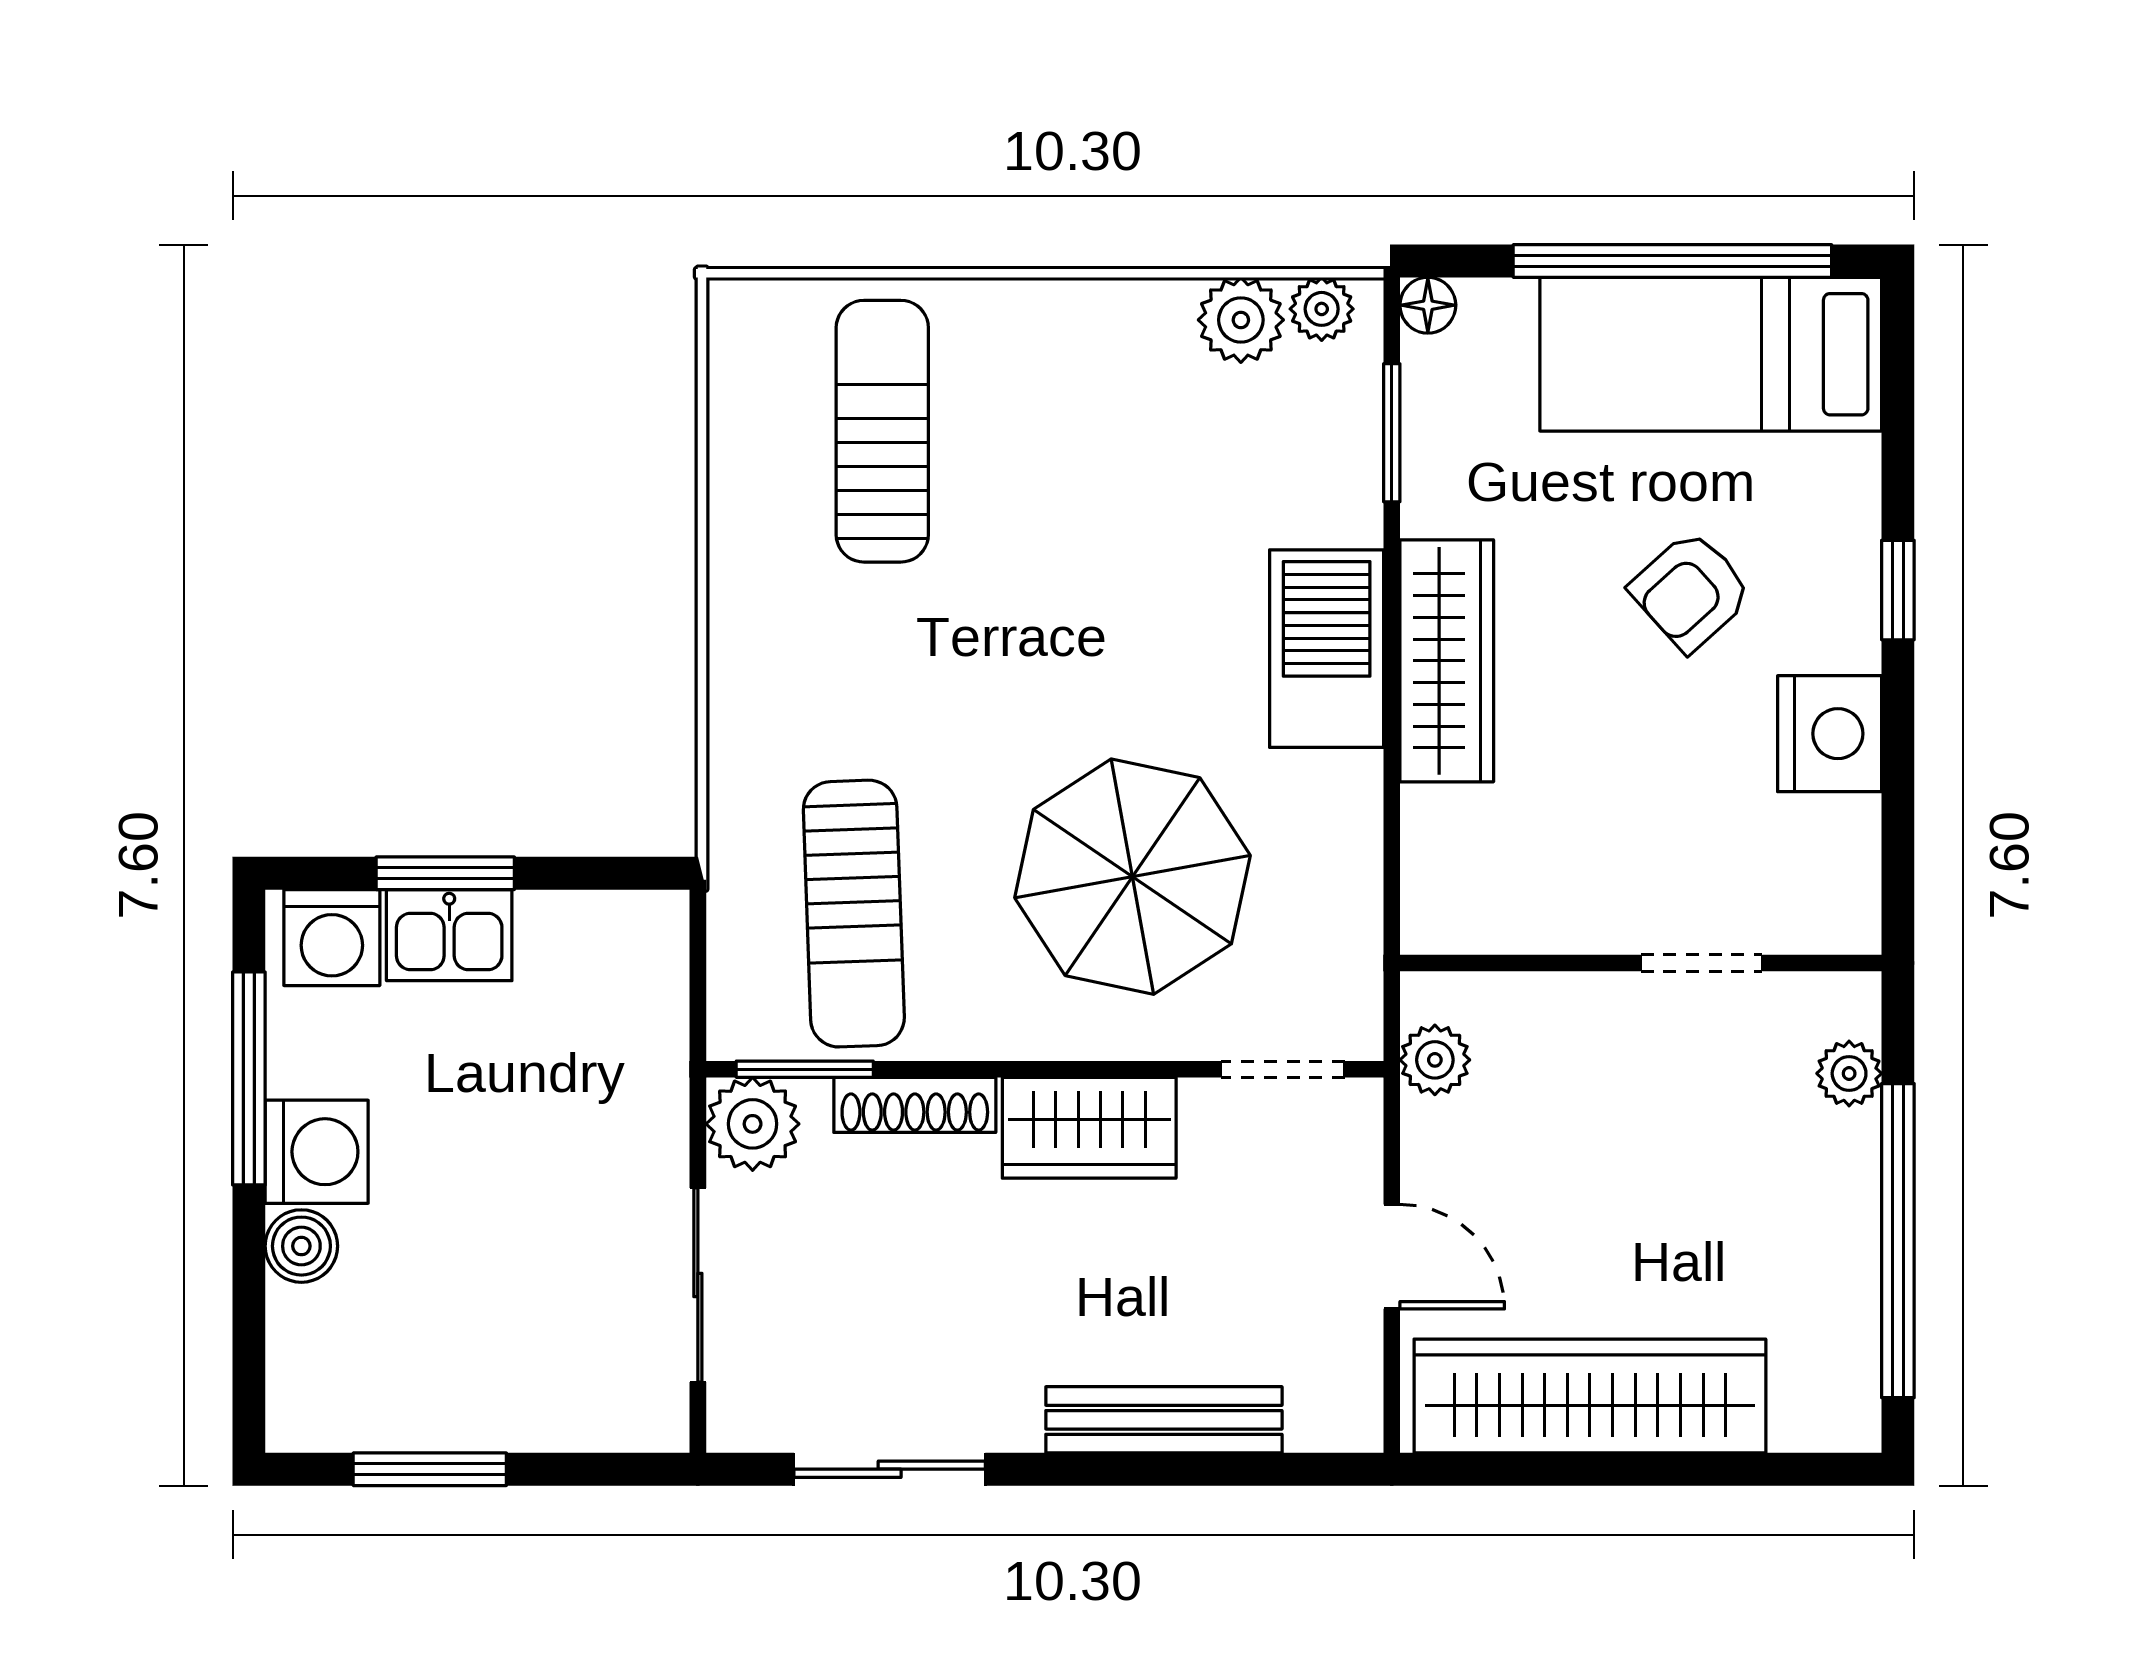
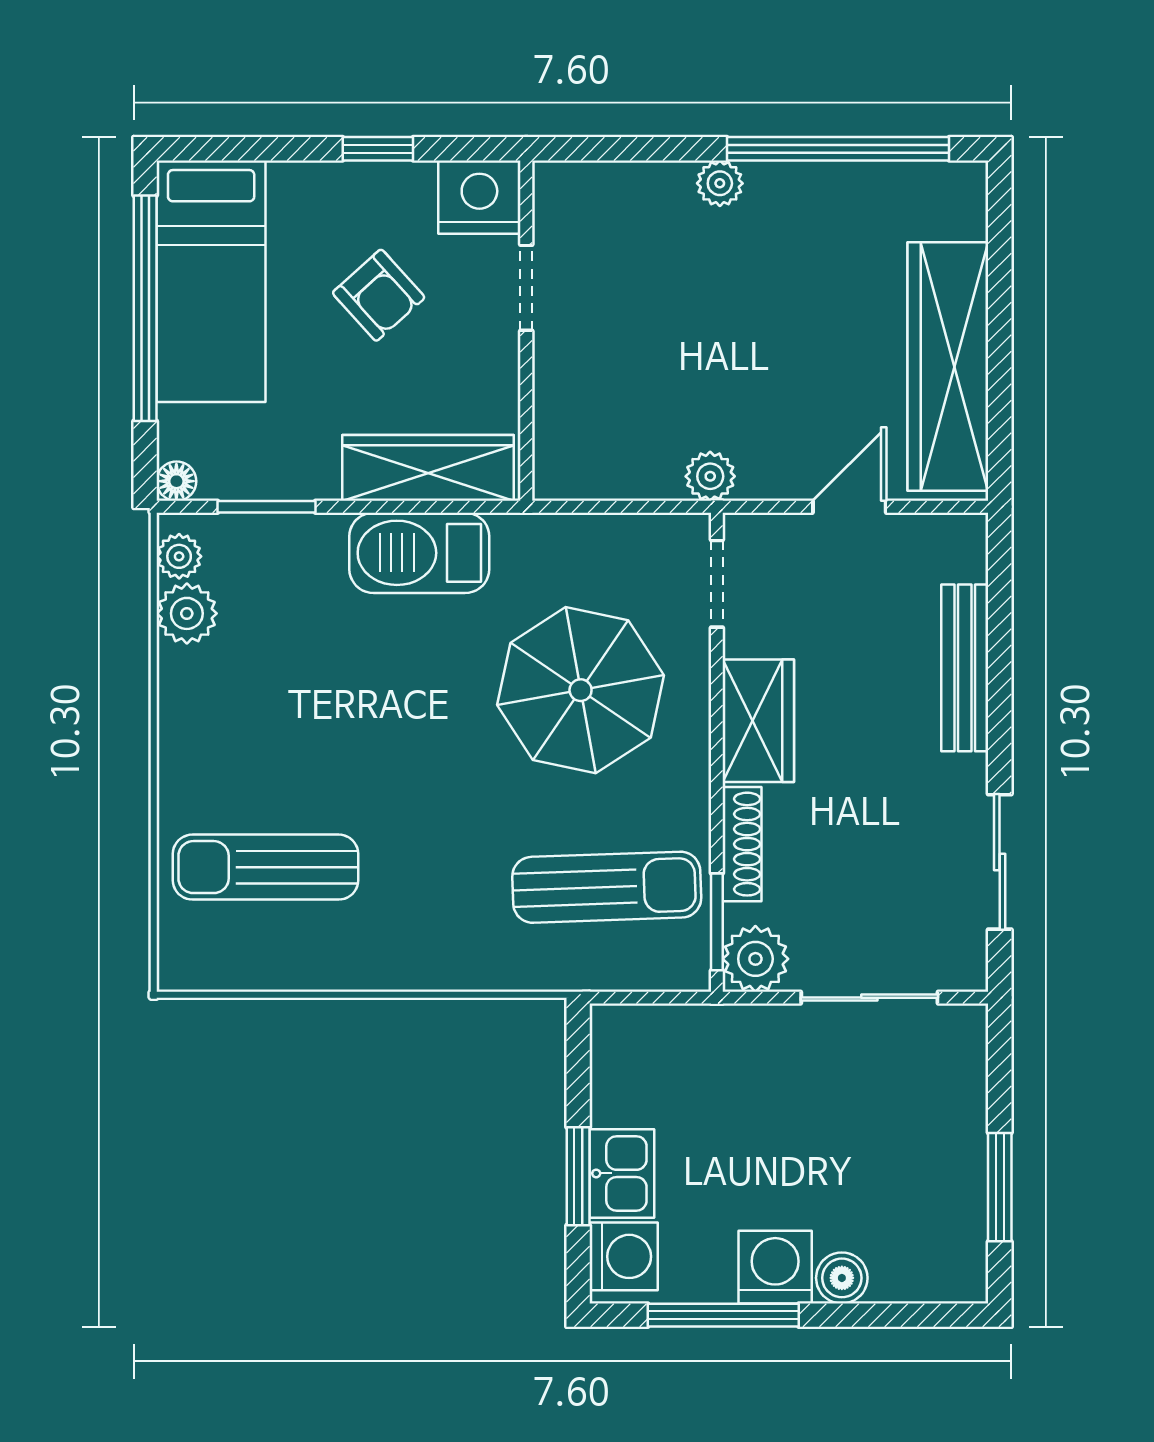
wall: (1641, 963) -> (526, 331), moved
doorway: (1701, 963) -> (526, 288), moved

